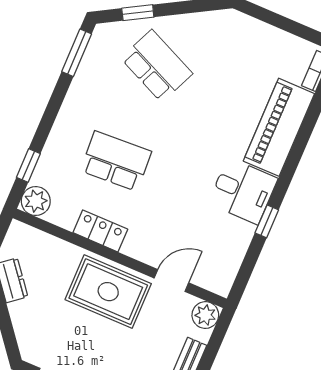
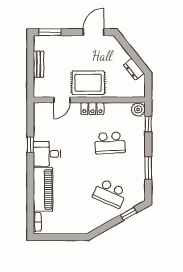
window: (77, 53) -> (148, 168), moved
locker: (100, 231) -> (92, 108), moved
plant: (205, 315) -> (40, 91), removed

